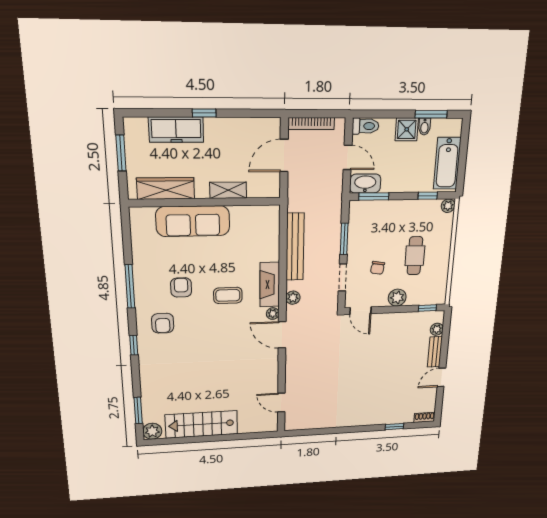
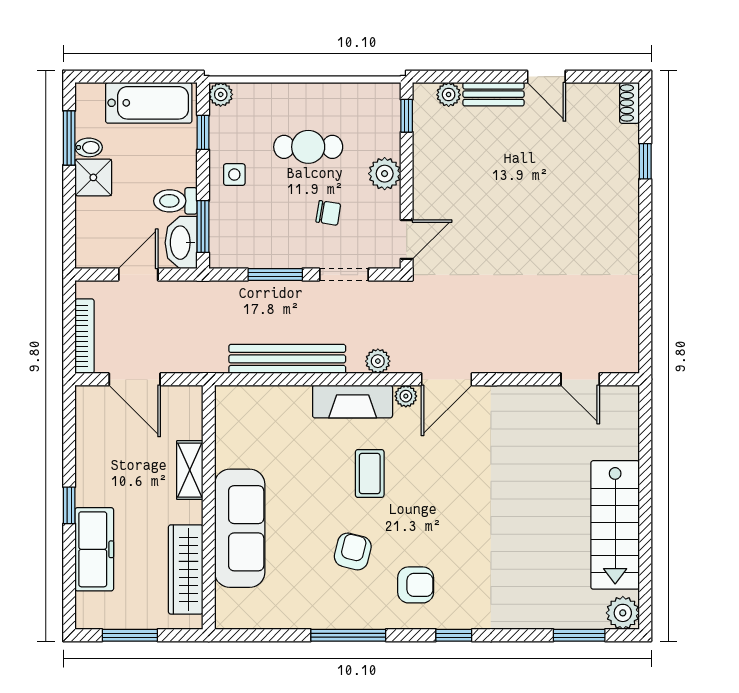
toilet: (365, 126) -> (175, 201), moved, turned -90
side table: (402, 214) -> (234, 175), added
armchair: (181, 287) -> (353, 551), turned 104
door: (281, 403) -> (580, 379), hinge flipped

